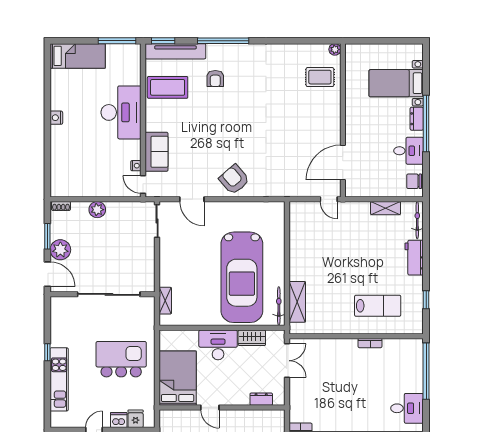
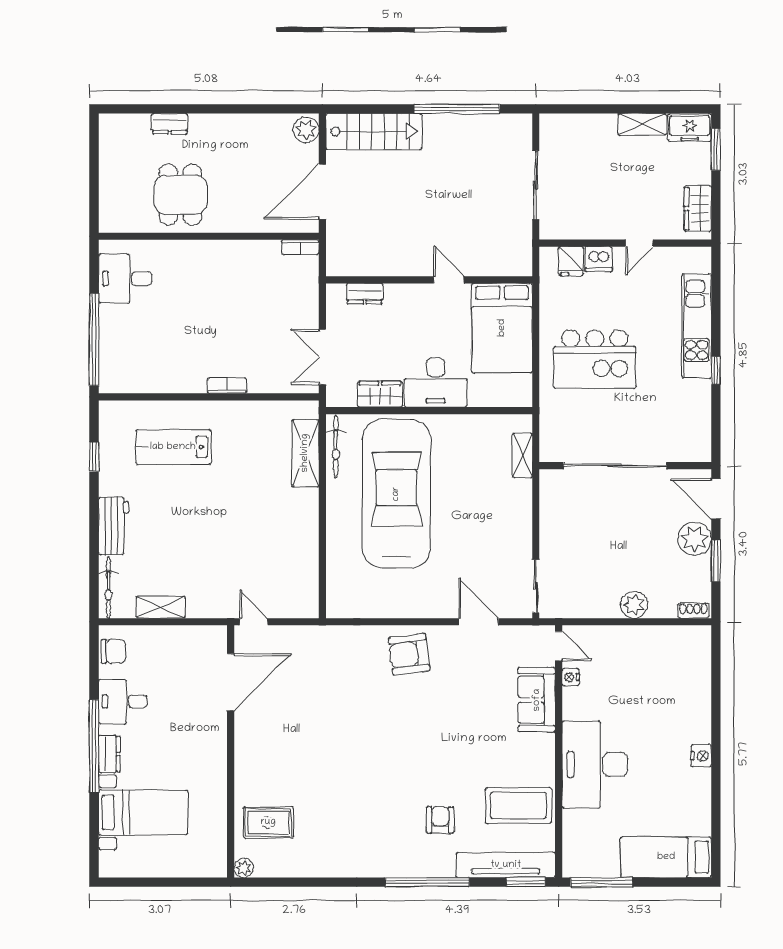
armchair: (234, 180) -> (409, 654), turned 124
bookcase: (370, 343) -> (227, 386), moved

